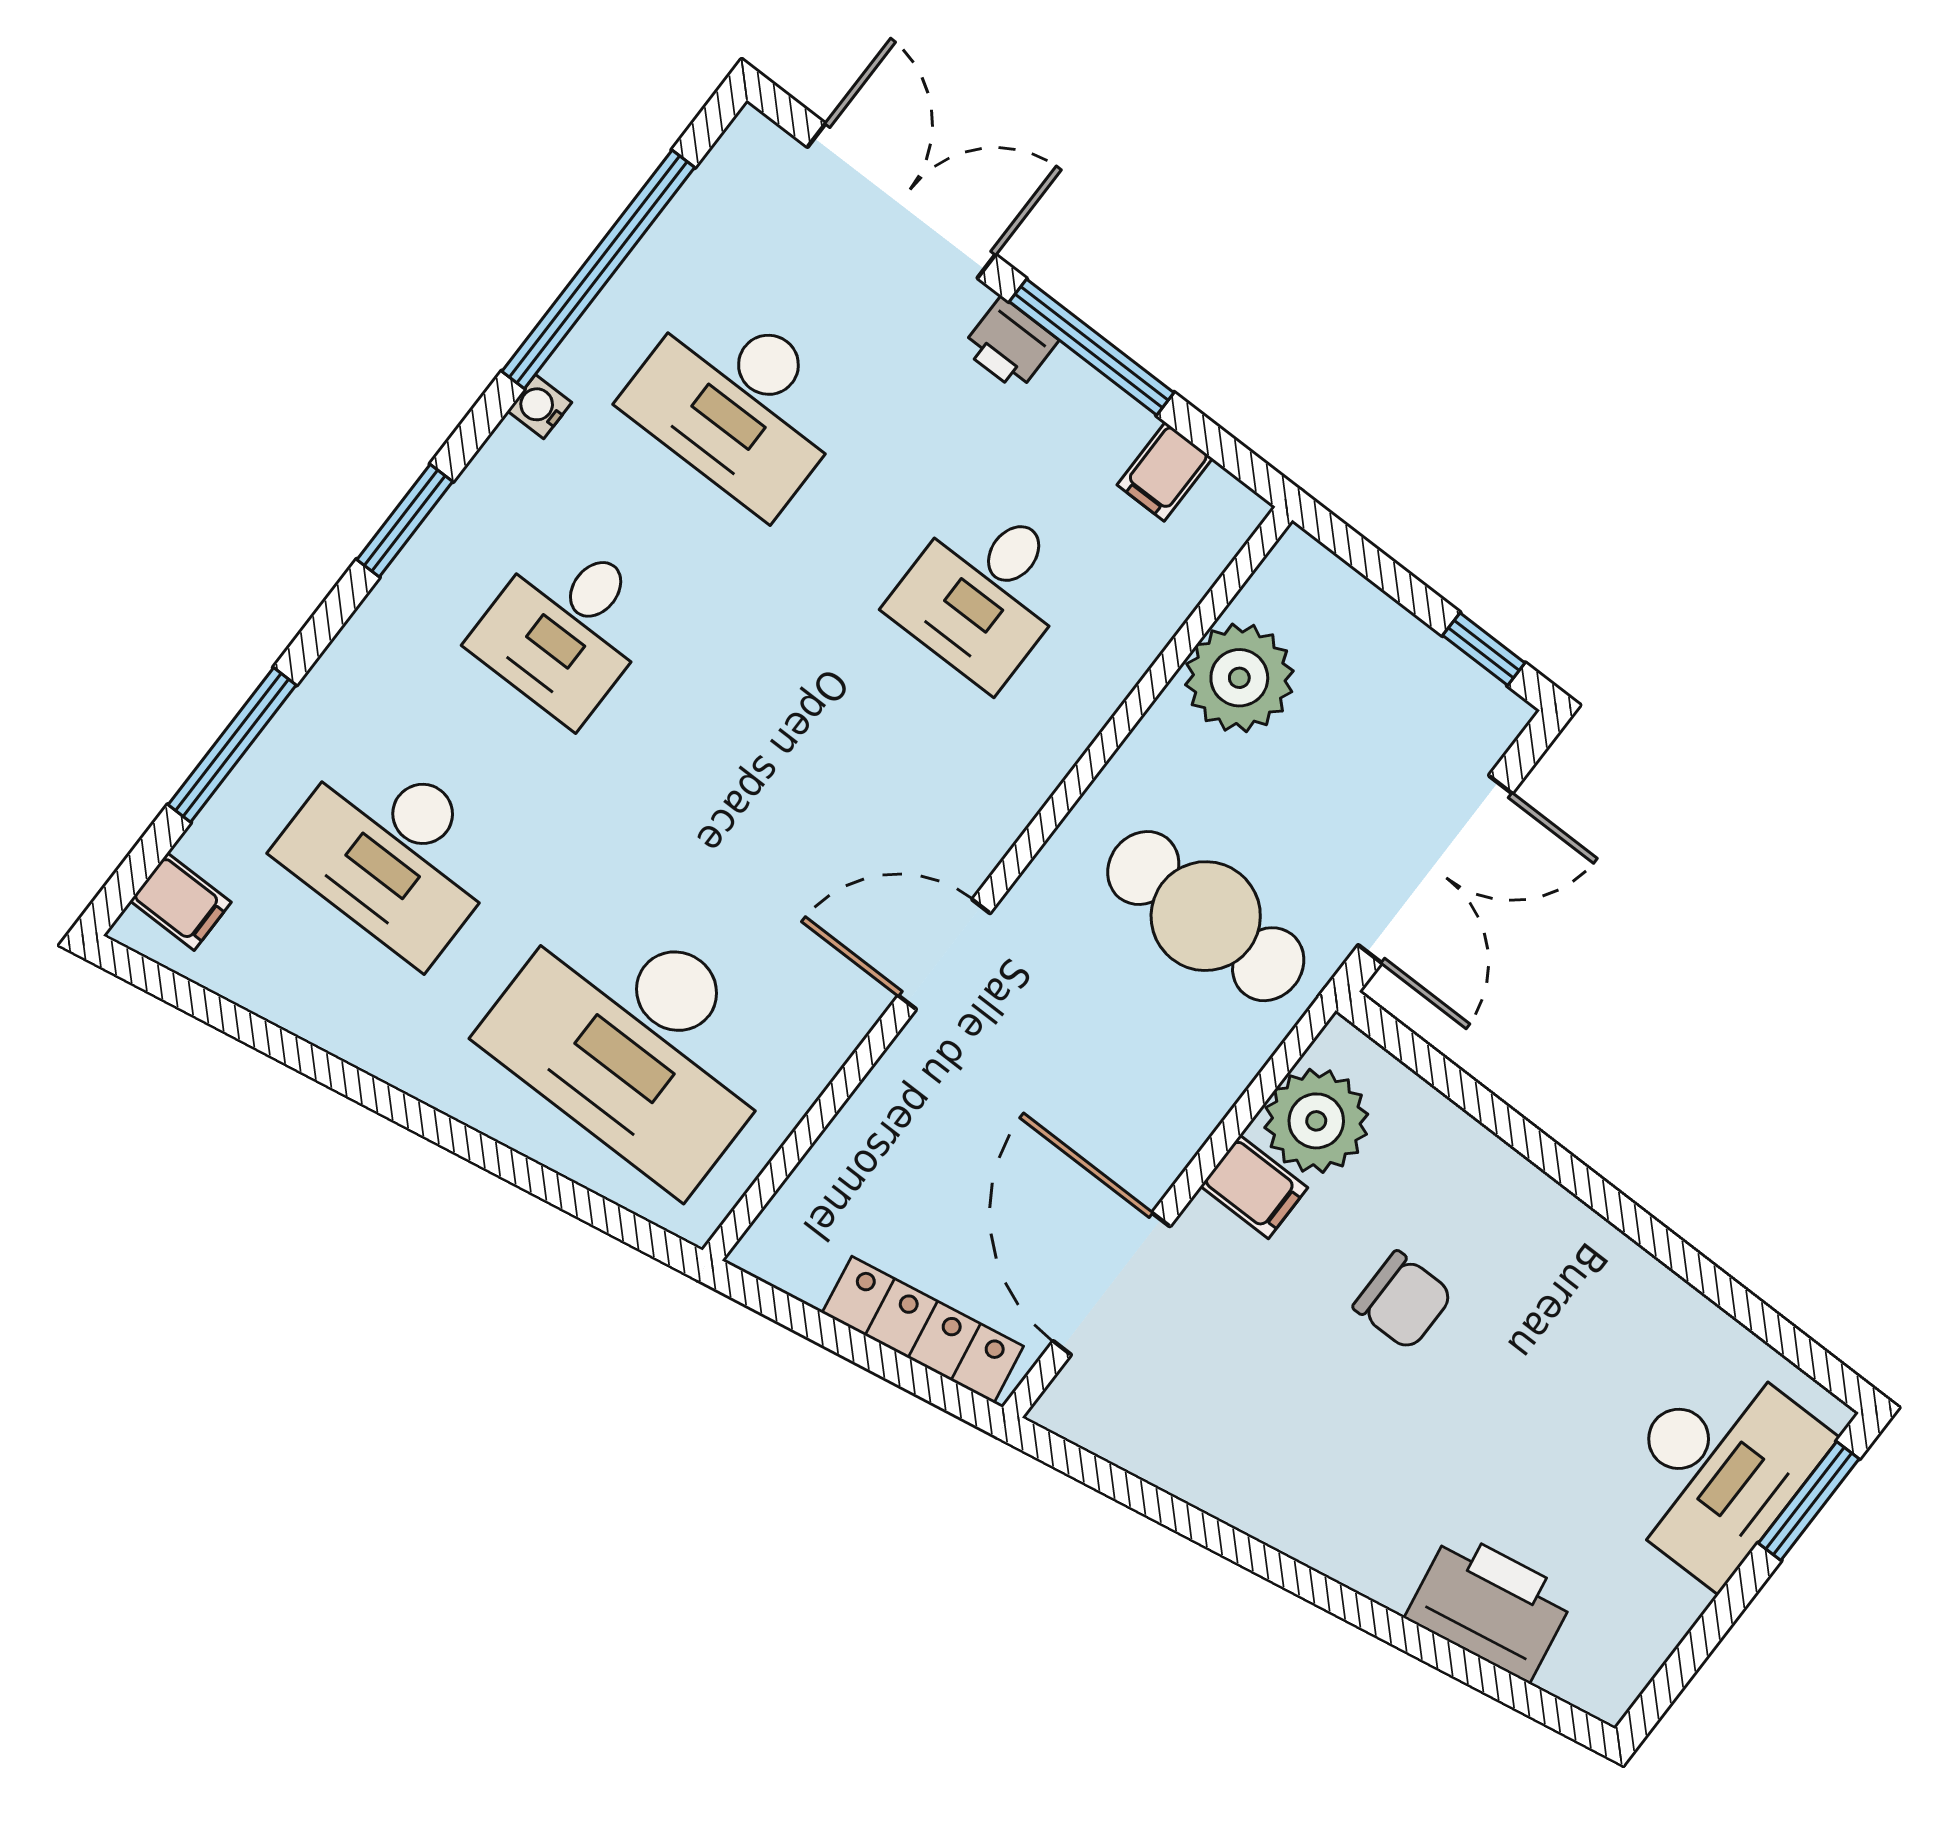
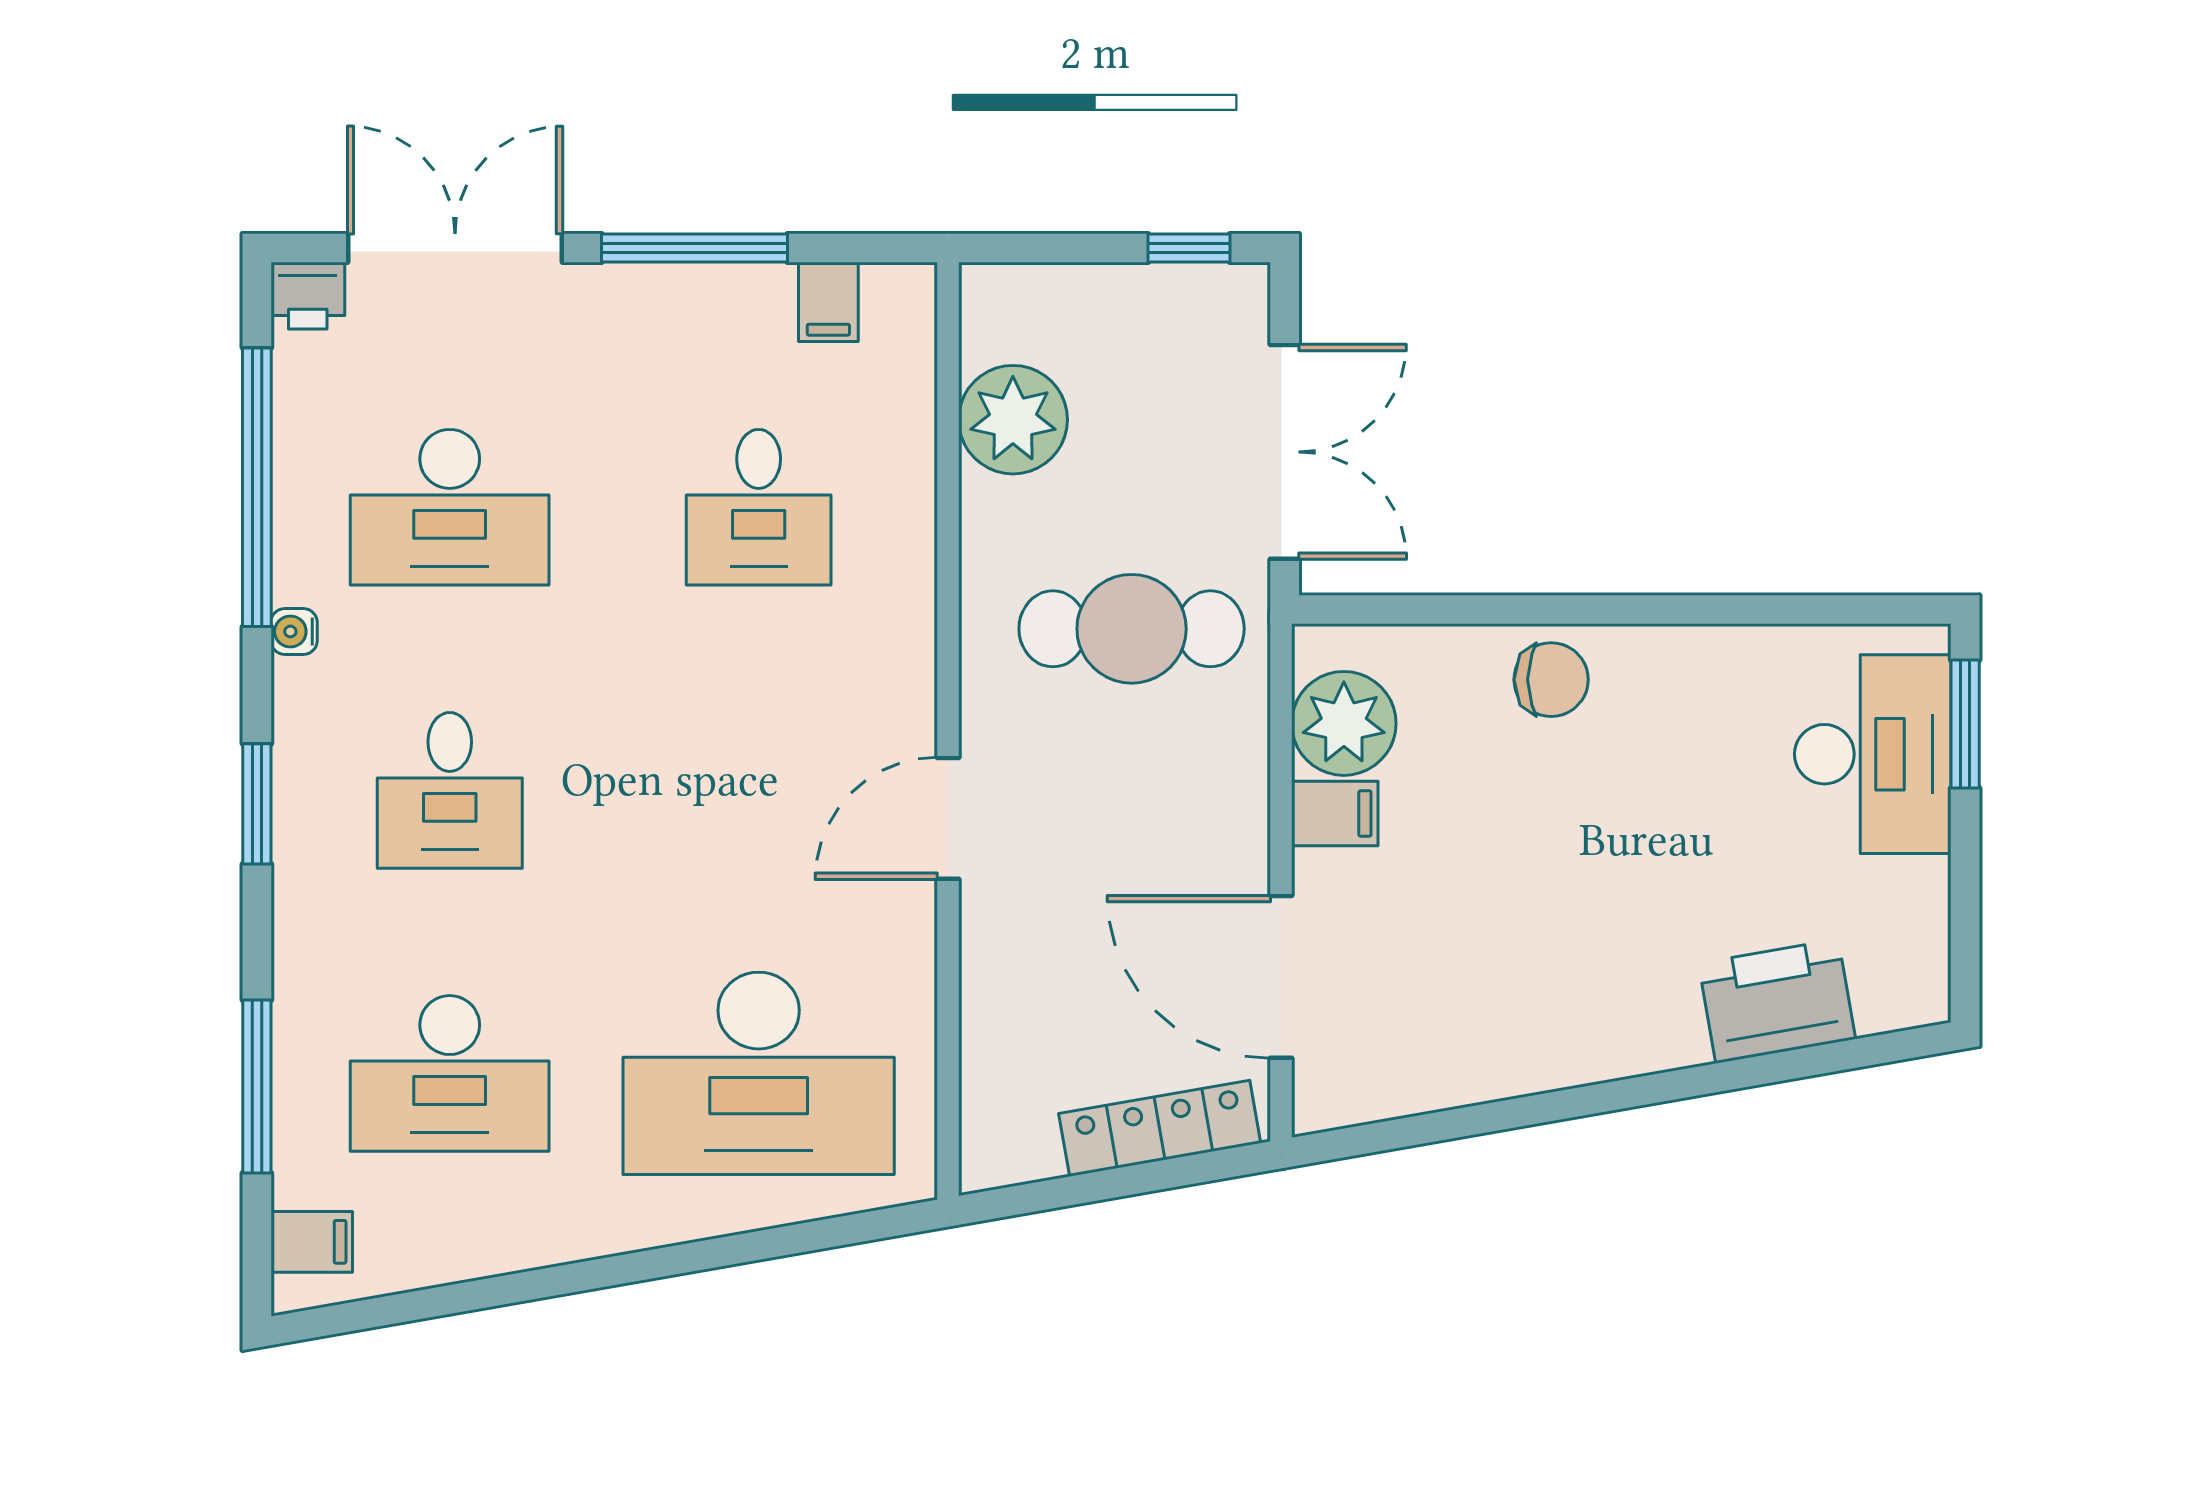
printer: (1010, 344) -> (308, 296), moved
chair: (1403, 1301) -> (1551, 680), moved

